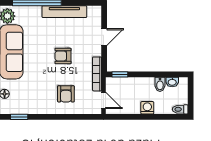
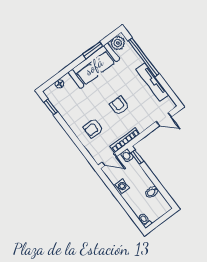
door: (104, 37) -> (164, 119), moved
washbasin: (172, 82) -> (127, 155), moved
door: (104, 100) -> (109, 159), hinge flipped
washing machine: (147, 108) -> (121, 187), moved

